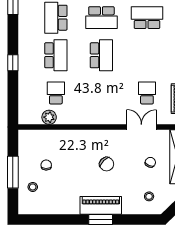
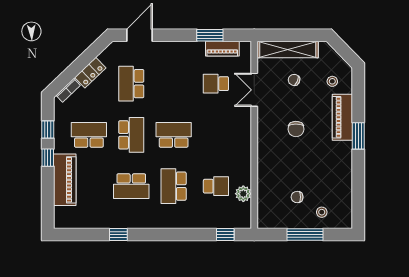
school desk: (56, 55) -> (174, 186), turned -90
window: (13, 63) -> (225, 235), moved
school desk: (56, 93) -> (216, 186), turned 180
chair: (107, 164) -> (296, 129), turned 135
piano: (101, 205) -> (342, 117), moved

